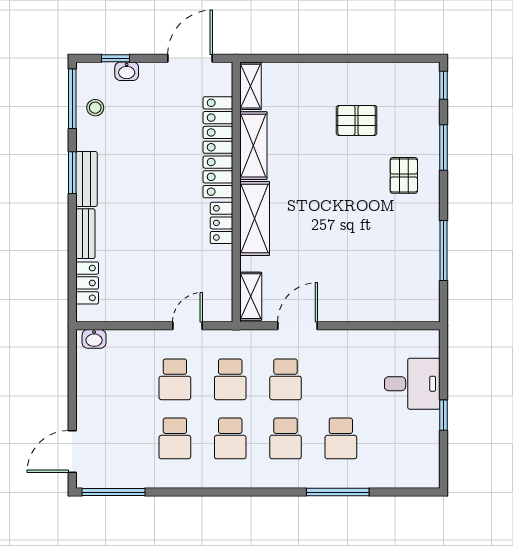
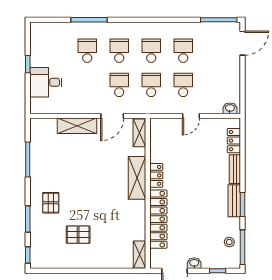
washbasin: (127, 71) -> (194, 263), moved
shelving: (253, 146) -> (77, 126), moved, turned 90
door: (187, 326) -> (191, 116), moved

